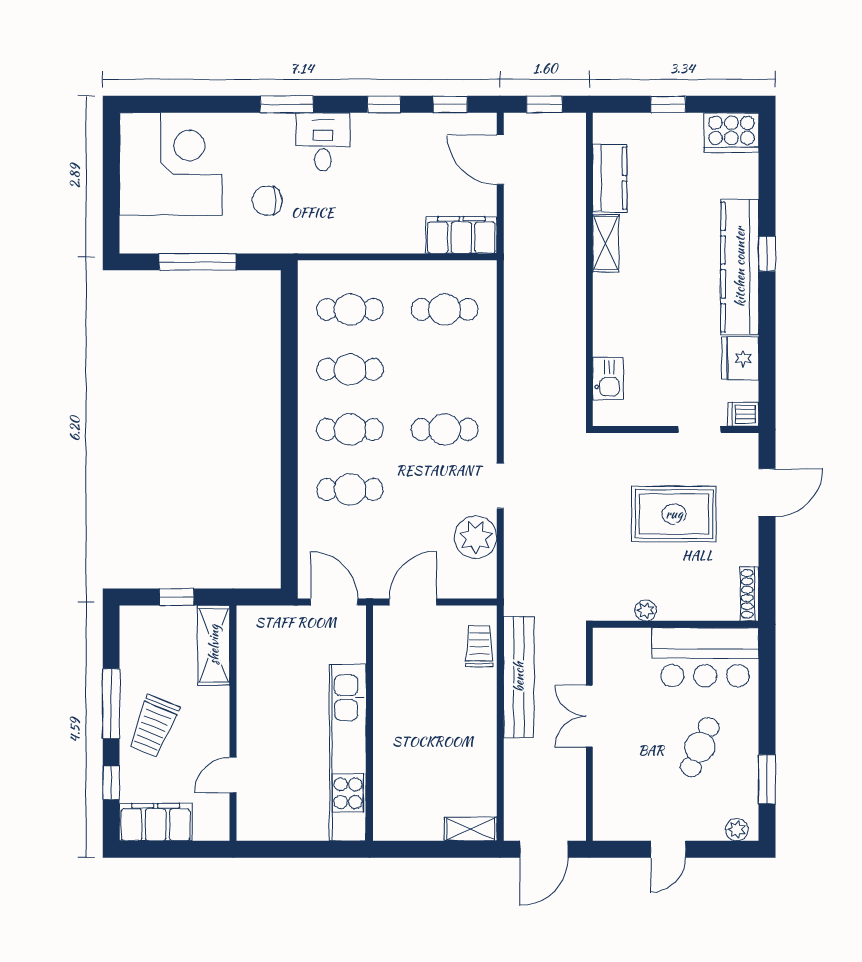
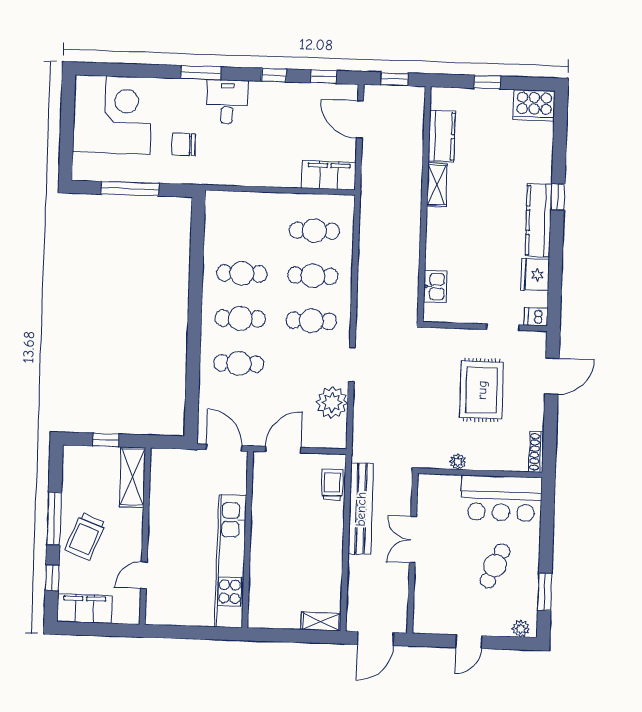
kitchen counter: (740, 267) -> (539, 220), width x0.72, depth x0.86
cafe table: (350, 309) -> (313, 276), moved
rug: (674, 514) -> (482, 390), turned 90

